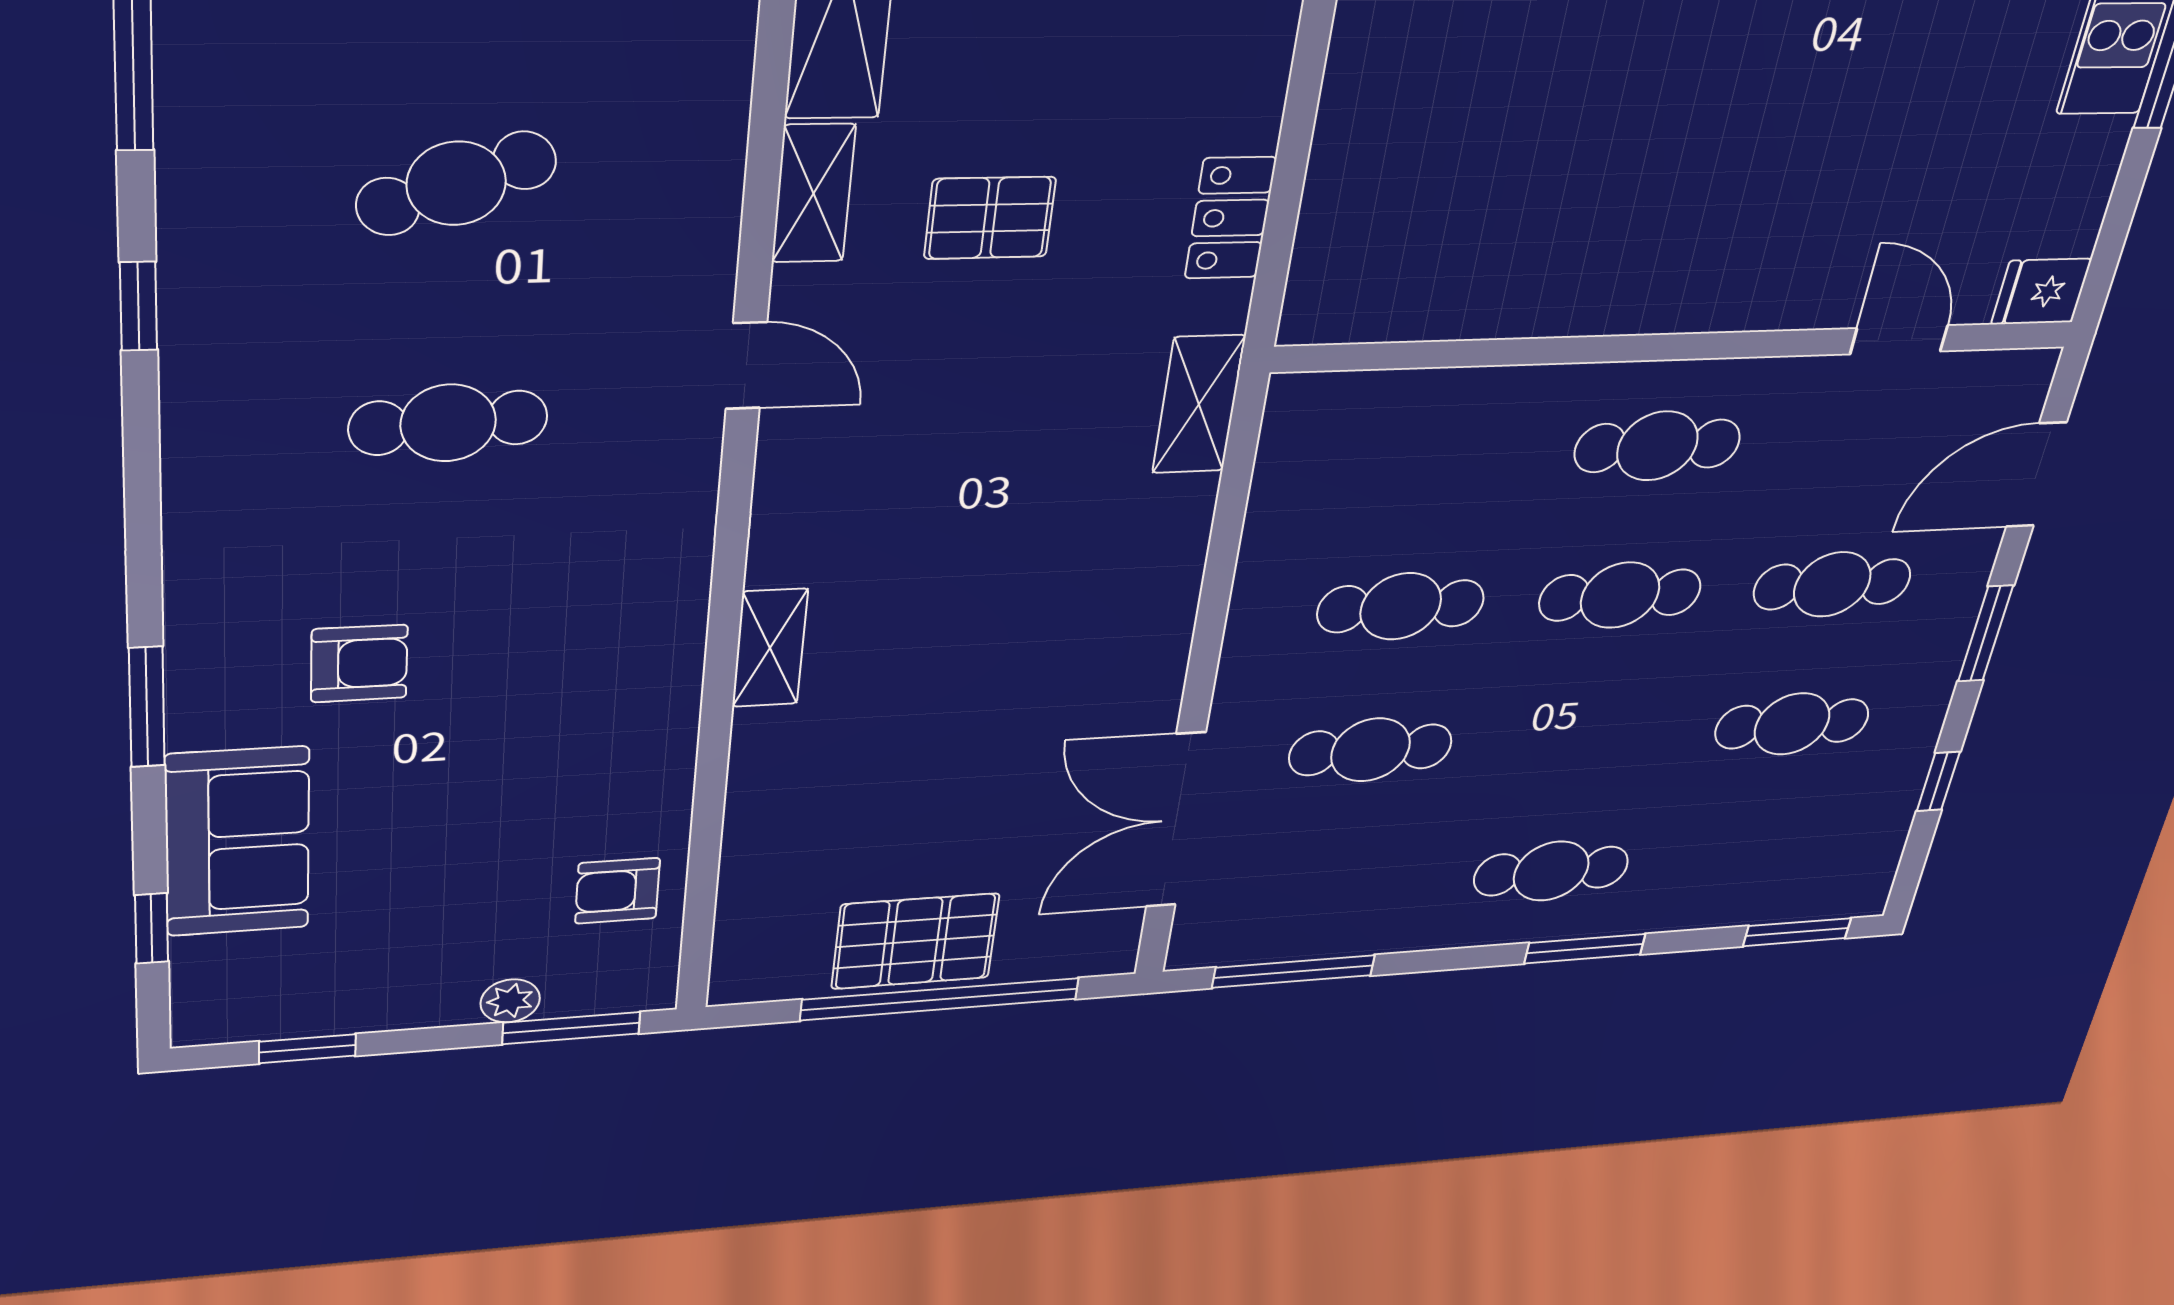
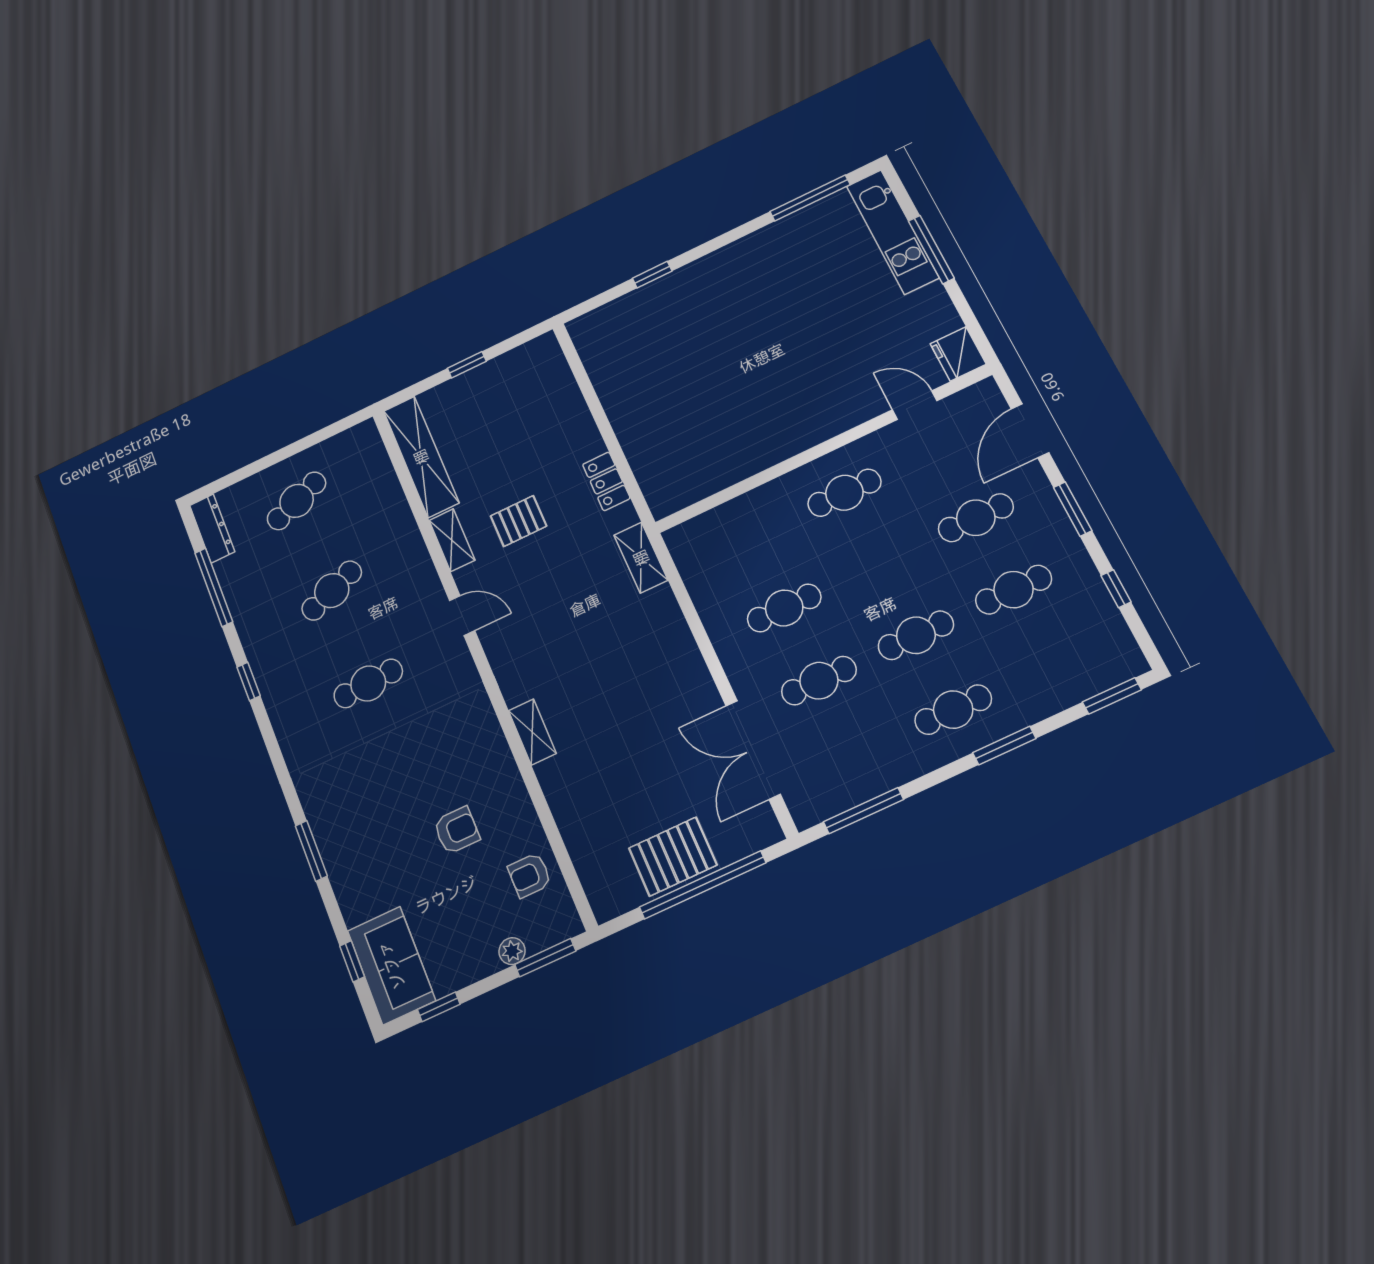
fridge: (2041, 292) -> (958, 354), width x1.38
cafe table: (1620, 595) -> (916, 635), moved
armchair: (359, 664) -> (457, 830), moved
sofa: (237, 842) -> (391, 965), moved

